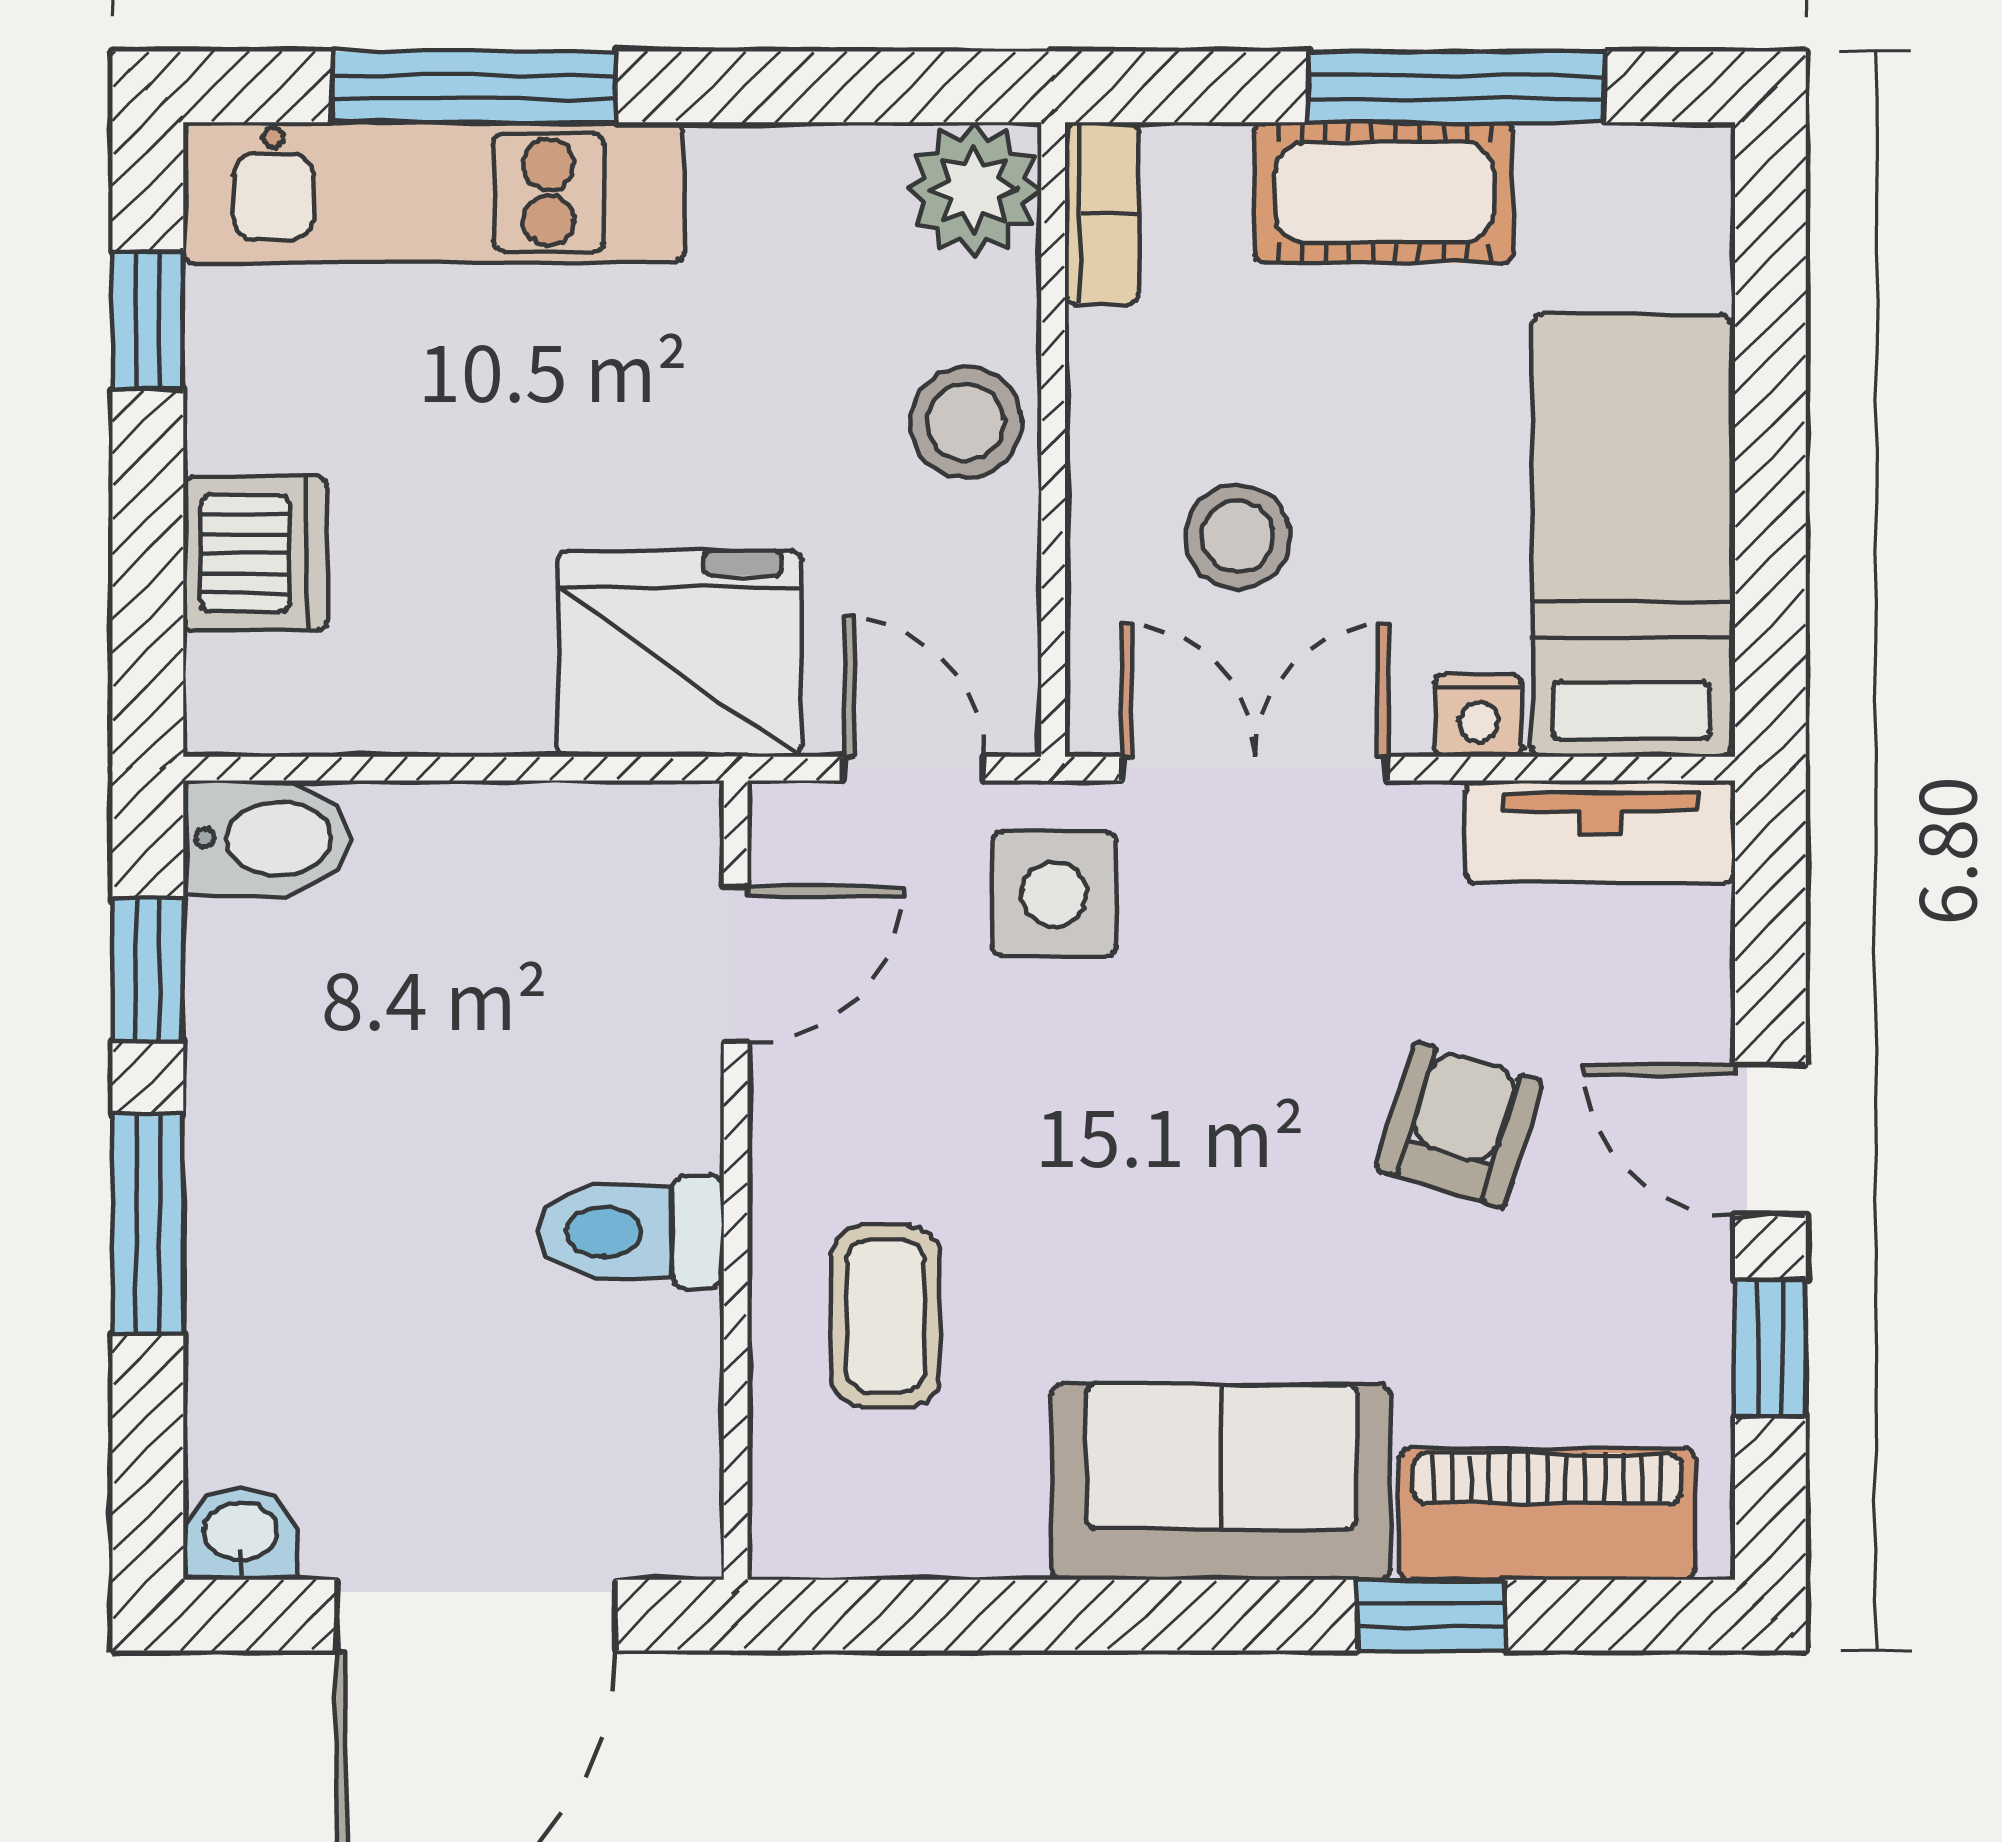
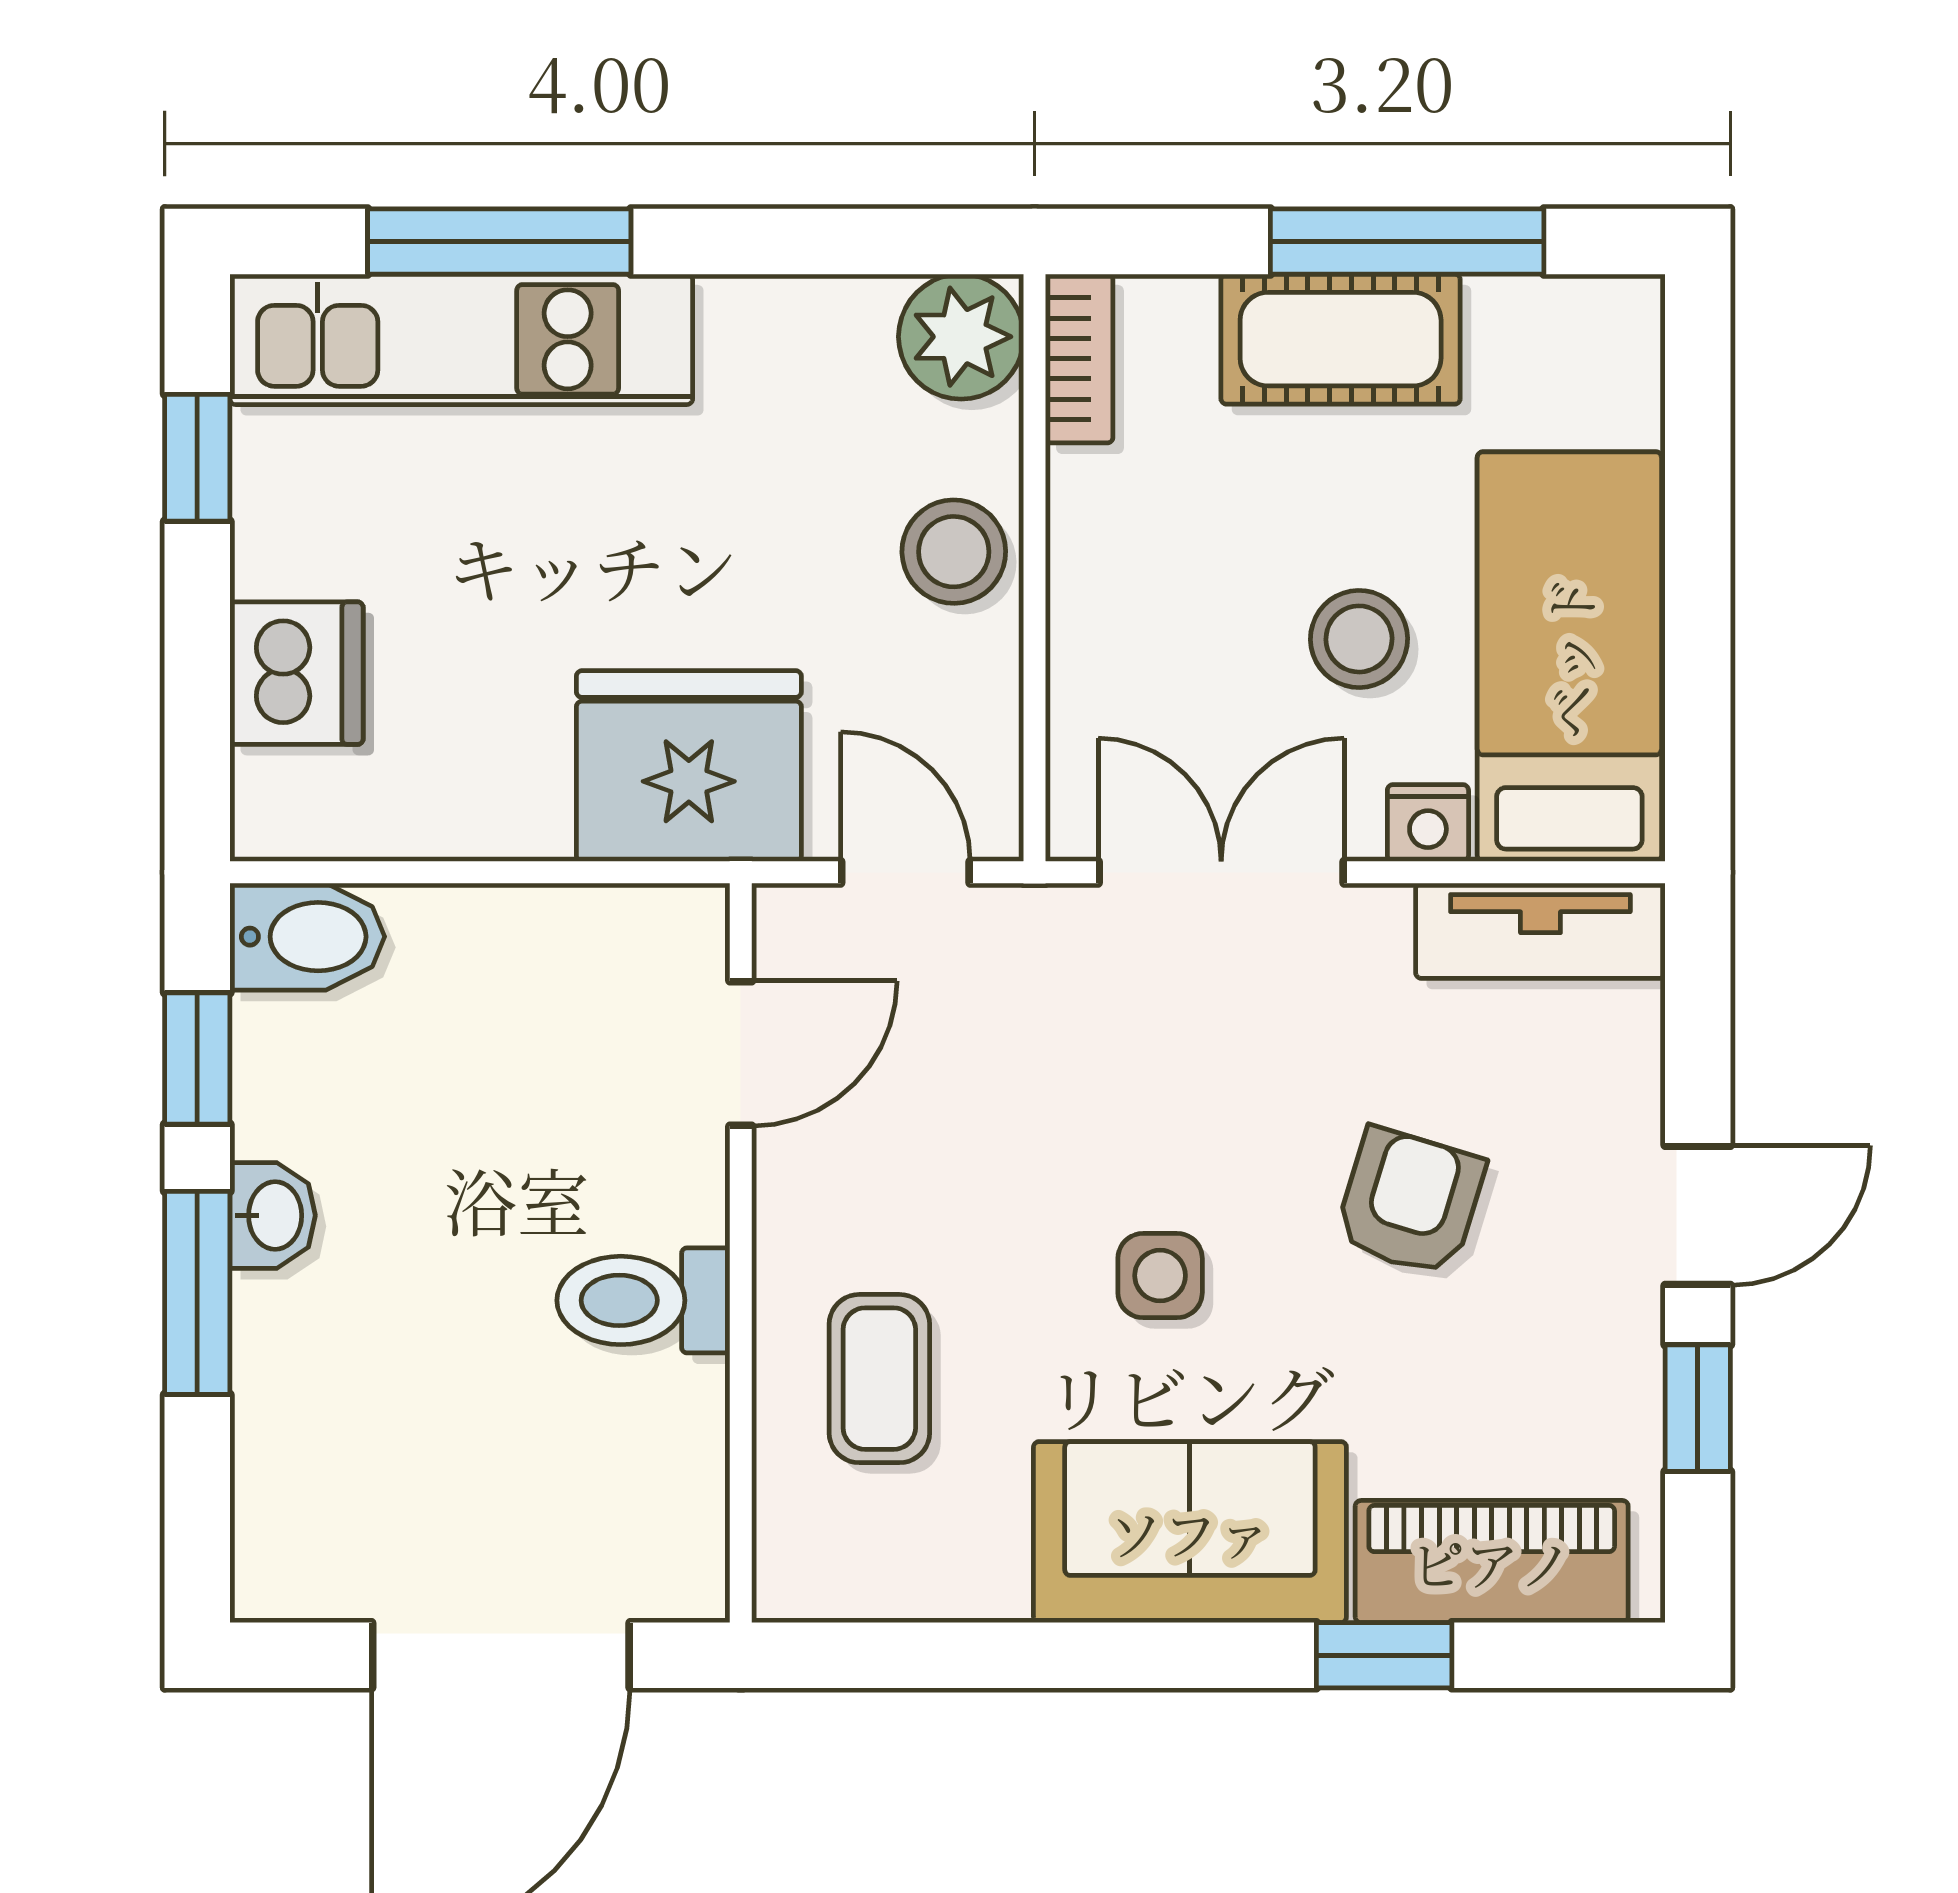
stool: (1237, 537) -> (1359, 639), moved
side table: (1054, 894) -> (1160, 1276), moved, width x0.73, depth x0.73
door: (1770, 1140) -> (1698, 1215), swing flipped
washbasin: (240, 1534) -> (273, 1215), moved, turned 90

